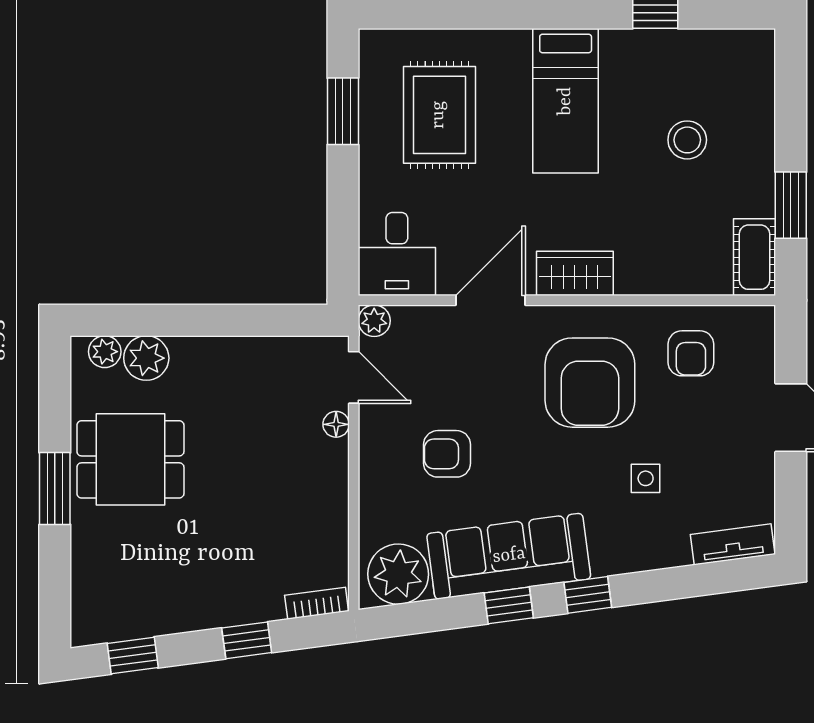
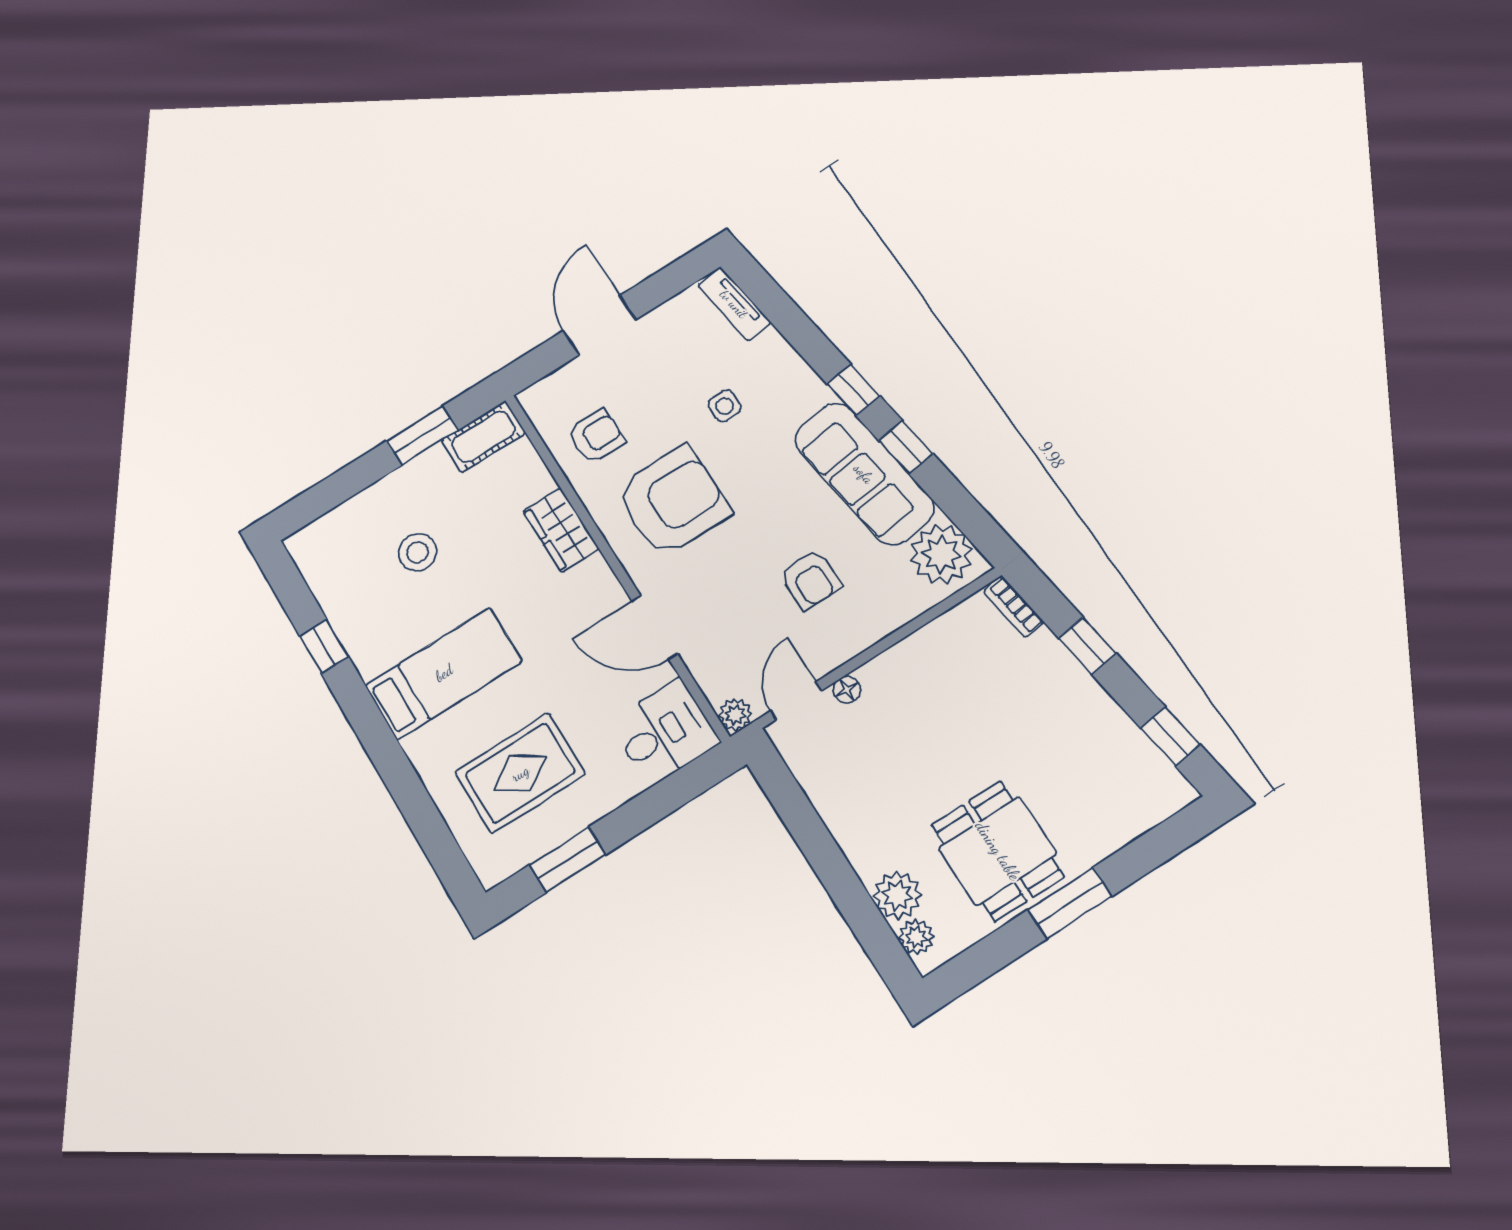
wardrobe: (575, 273) -> (561, 530), moved

